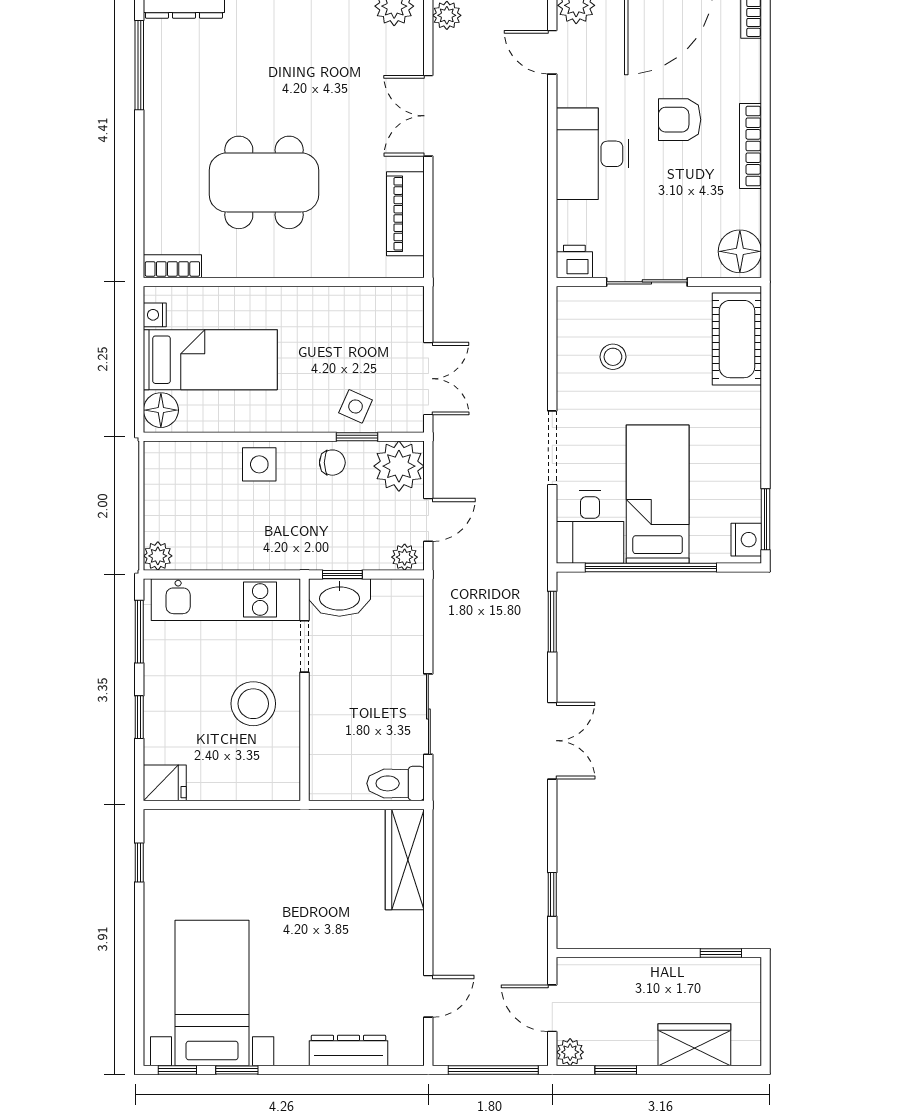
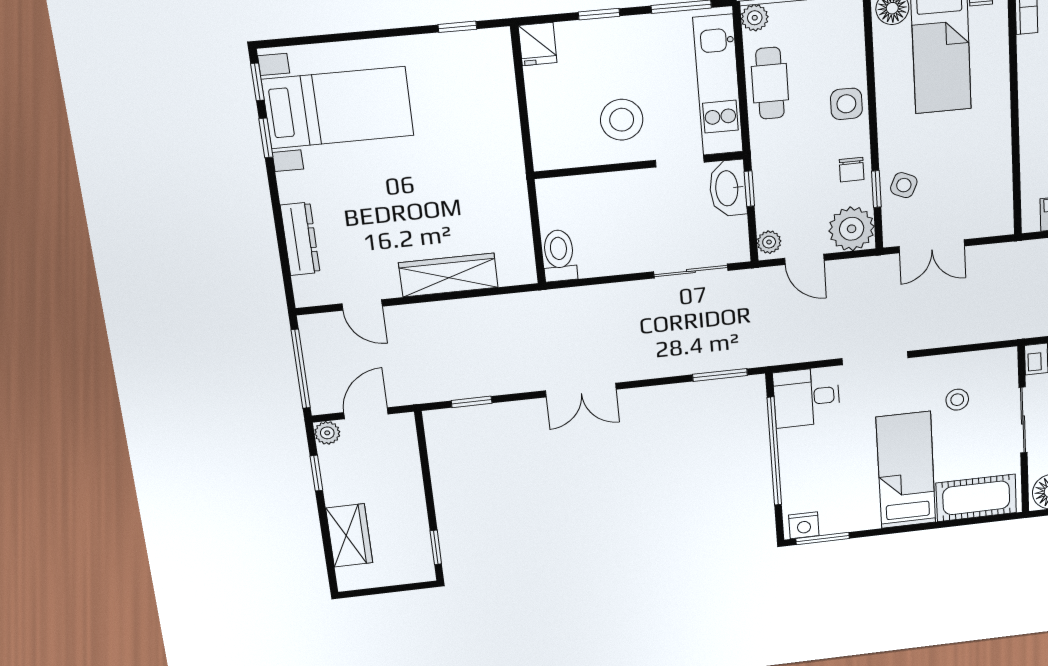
bed: (658, 494) -> (906, 470), moved, turned -90
cafe table: (229, 544) -> (770, 83), added
sliding door: (428, 714) -> (691, 271), moved
double door: (552, 741) -> (581, 390), moved
wardrobe: (405, 859) -> (448, 275), moved

